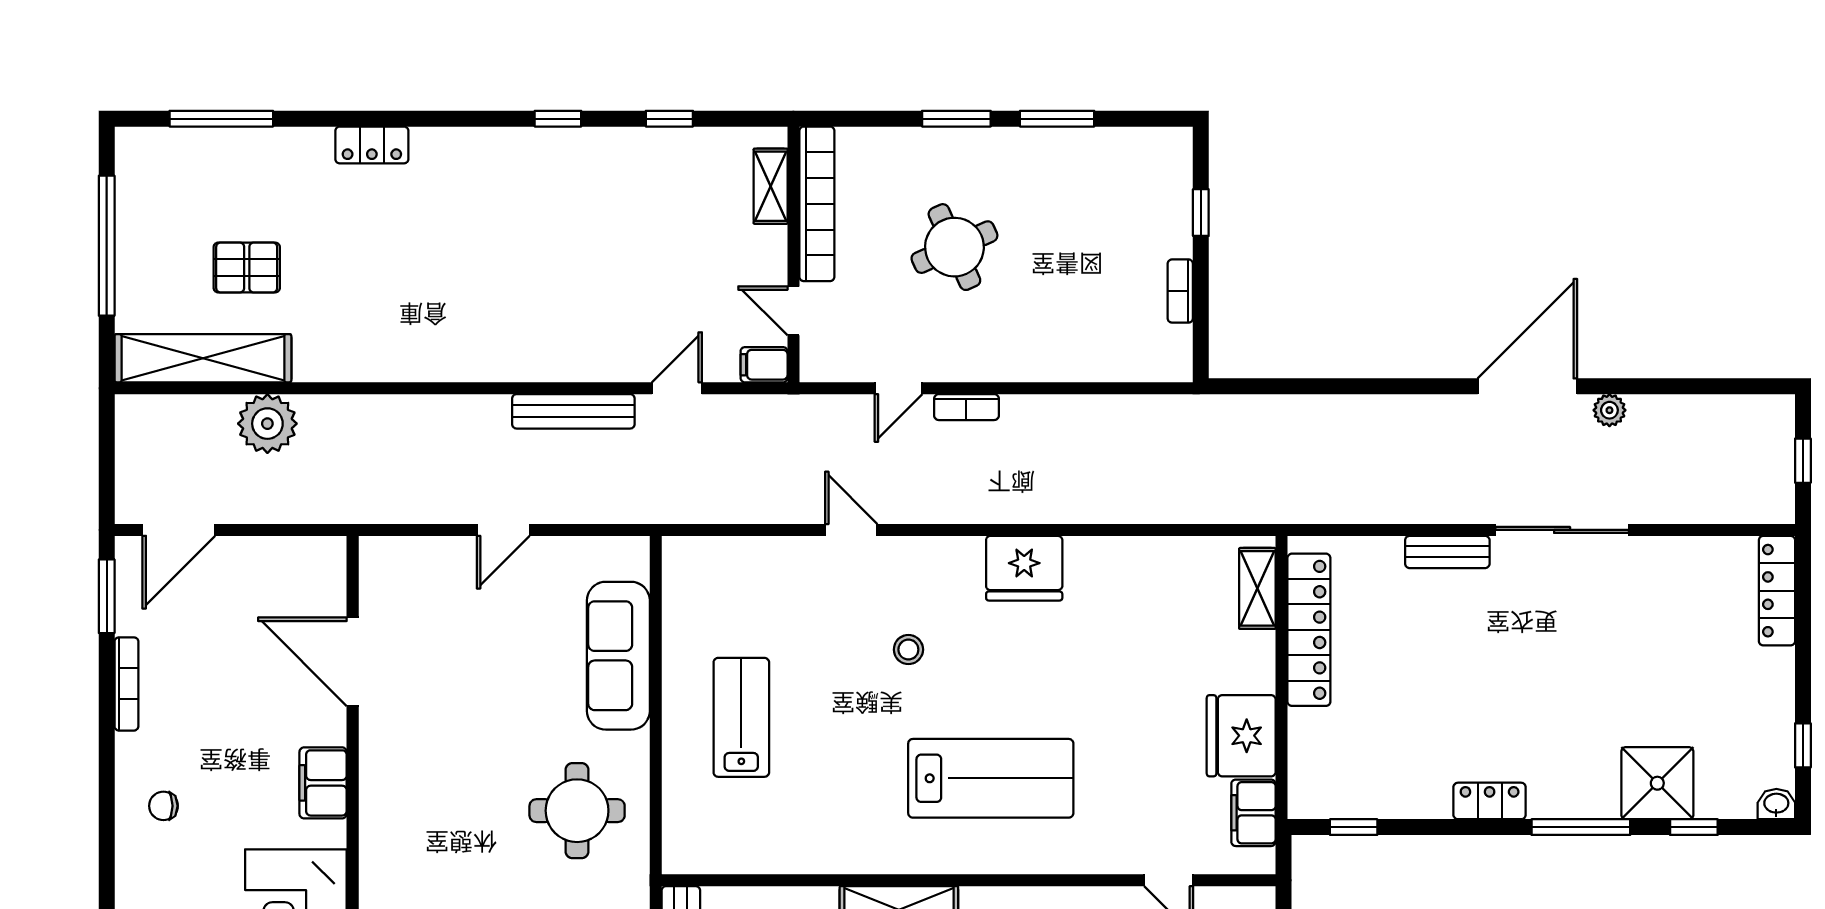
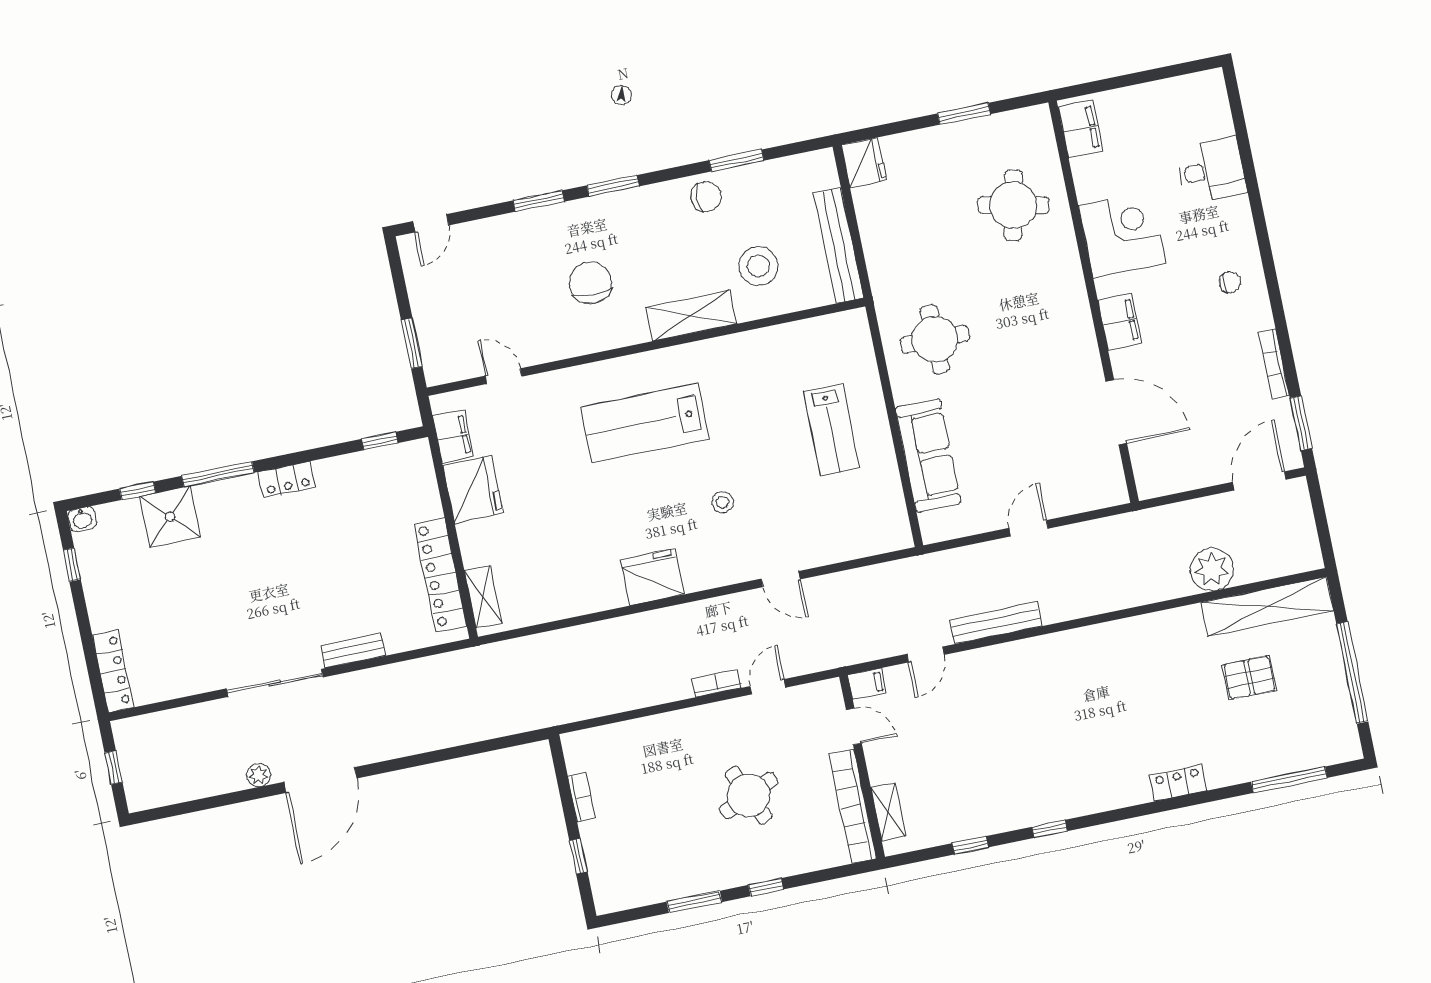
window: (956, 119) -> (766, 887), width x0.67

